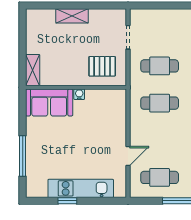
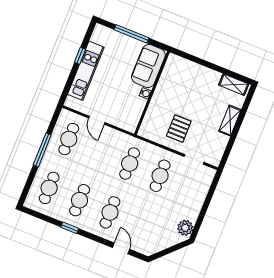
shelving: (33, 70) -> (234, 85), moved
wall: (76, 87) -> (152, 93), moved
water cooler: (79, 94) -> (145, 93), moved
sofa: (49, 103) -> (148, 66), moved

